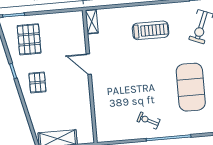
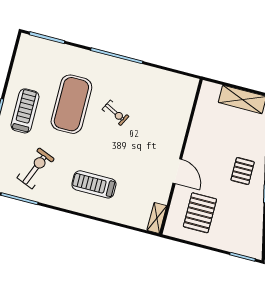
pallet: (29, 39) -> (200, 213), moved
exercise bike: (148, 120) -> (115, 113), moved

